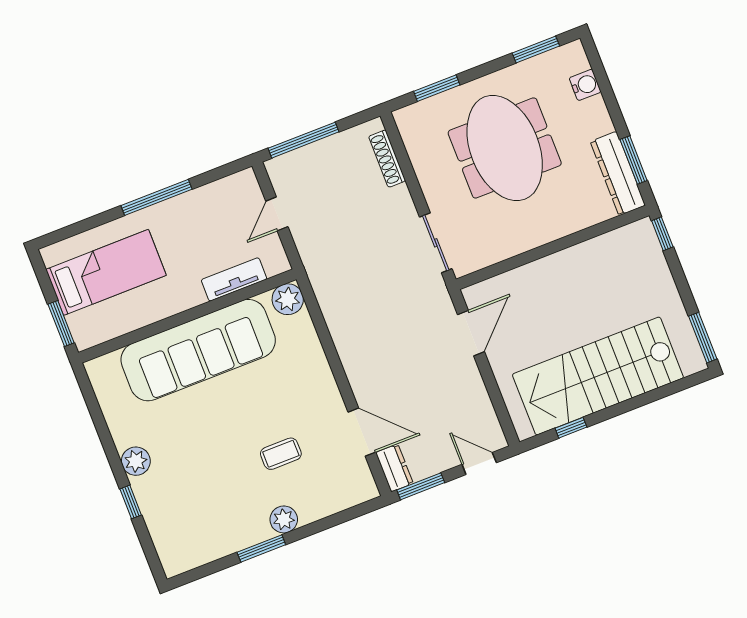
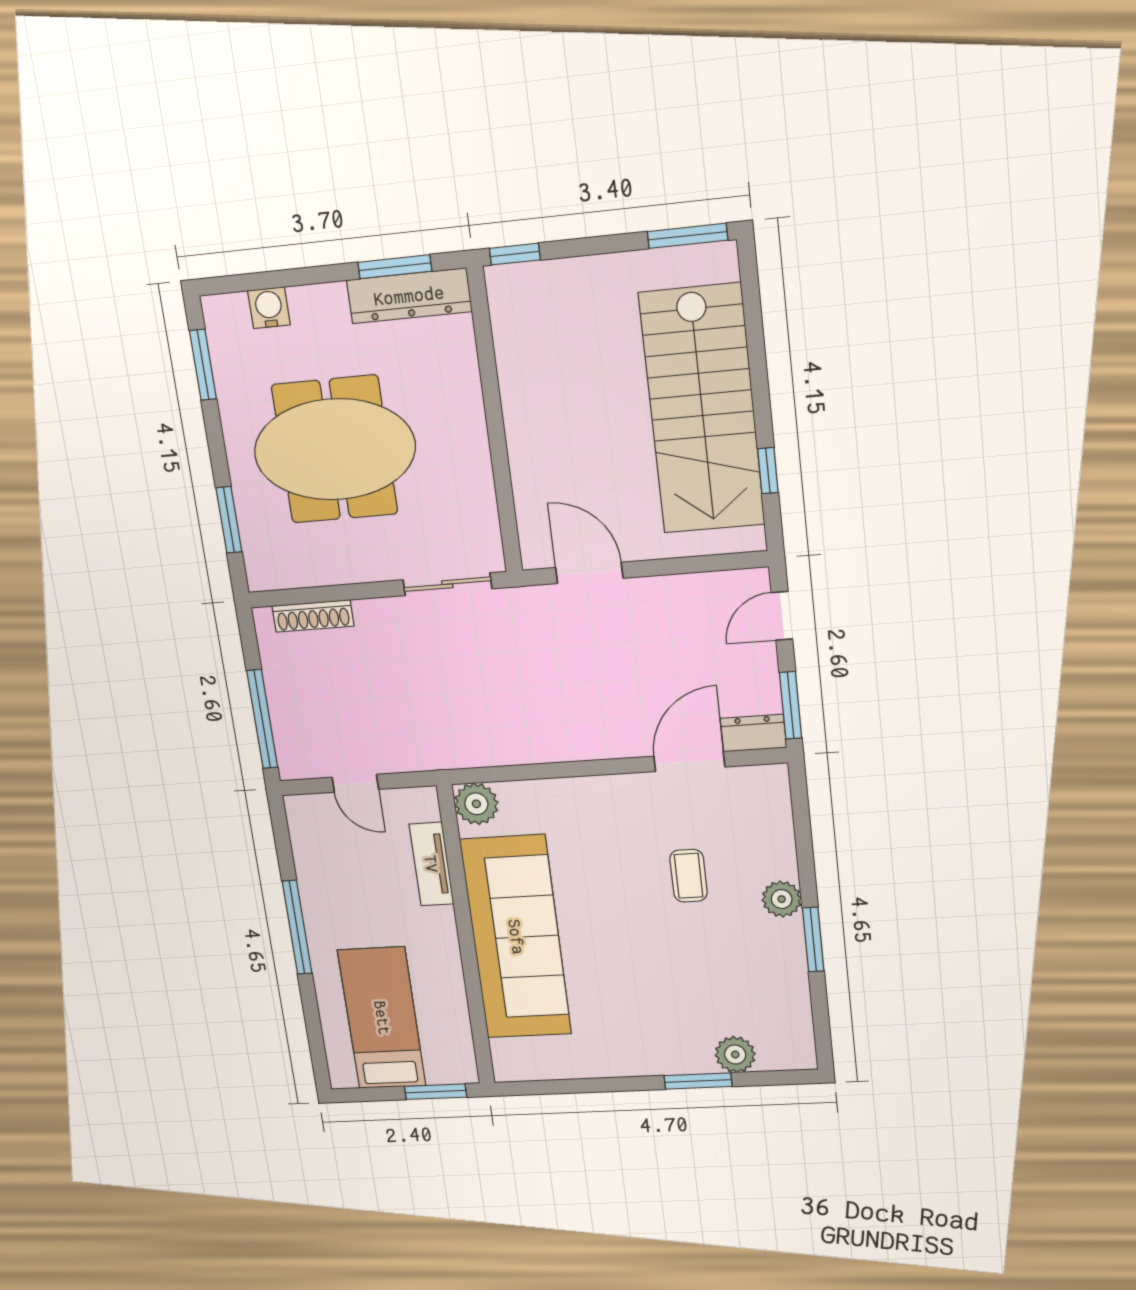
plant: (136, 461) -> (735, 1054), moved
window: (131, 502) -> (698, 1081), width x1.50

